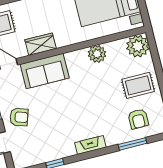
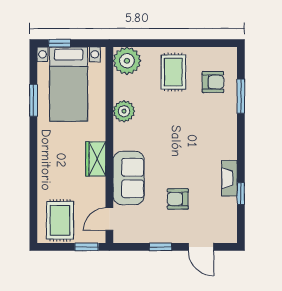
wardrobe: (41, 44) -> (96, 159), moved
armchair: (19, 117) -> (178, 199), moved, turned -108
fireplace: (90, 145) -> (229, 178), moved

